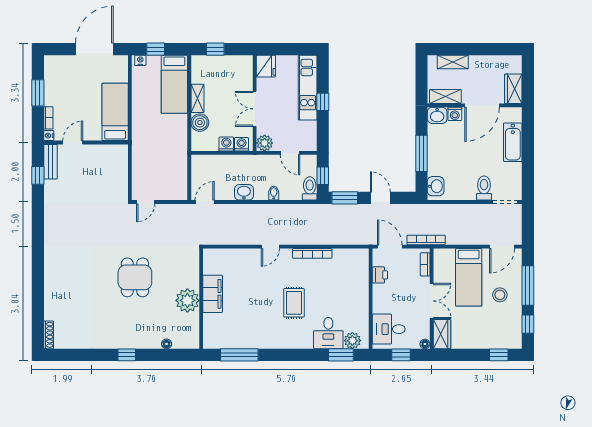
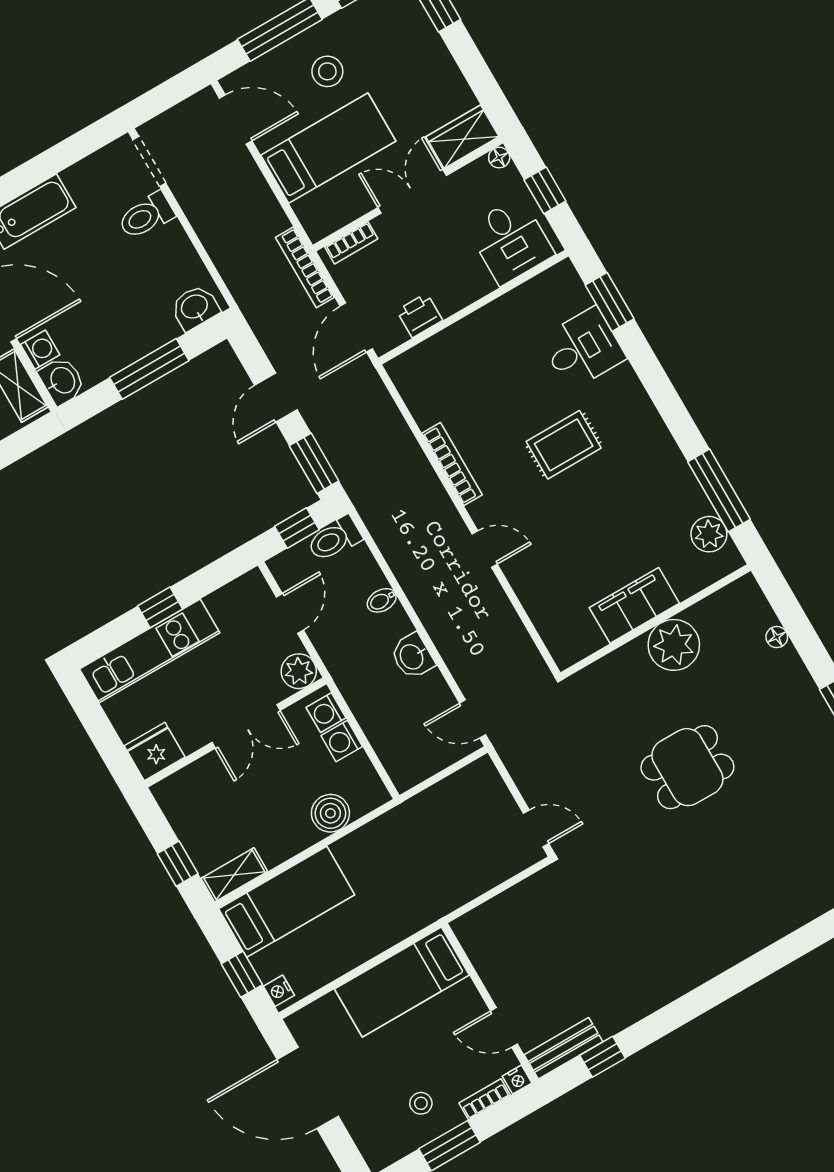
stool: (62, 91) -> (421, 1103), added
shelving: (197, 98) -> (234, 875), moved
plant: (352, 341) -> (709, 534), moved

